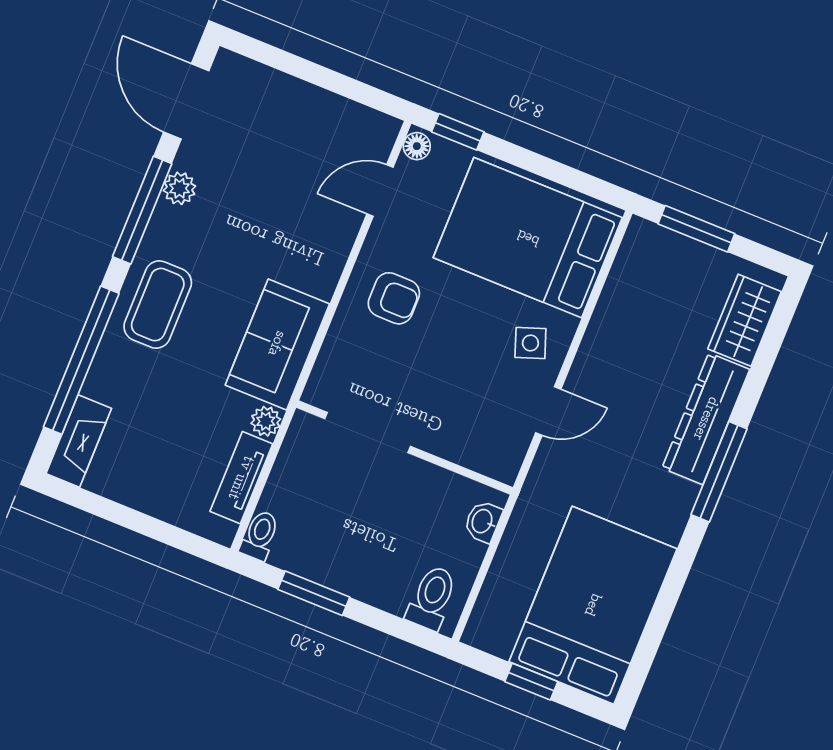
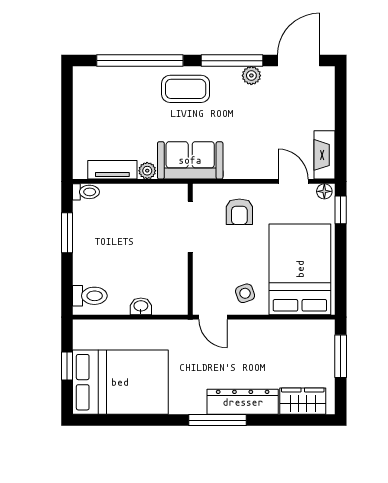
doorway: (368, 433) -> (190, 227), moved
fireplace: (79, 441) -> (325, 155), moved, turned 90
wall: (405, 447) -> (190, 249), moved

